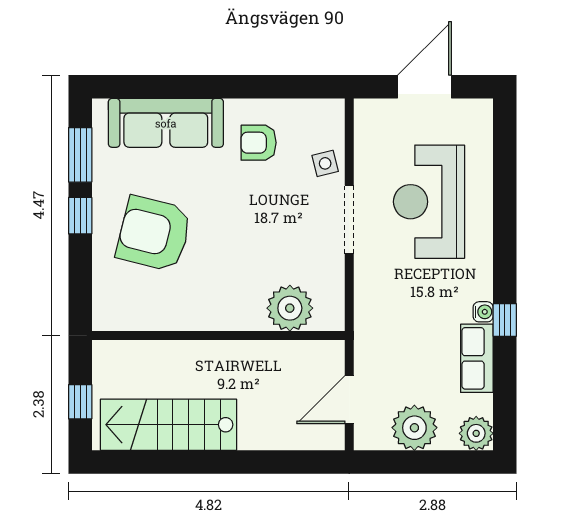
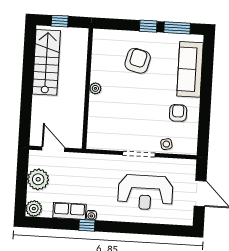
reception desk: (429, 202) -> (145, 192), turned 180
armchair: (154, 234) -> (138, 61), width x0.73, depth x0.73
plant: (290, 308) -> (95, 88), moved, width x0.53, depth x0.53

